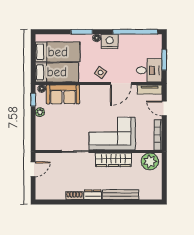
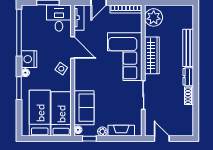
fireplace: (41, 130) -> (121, 131), added

